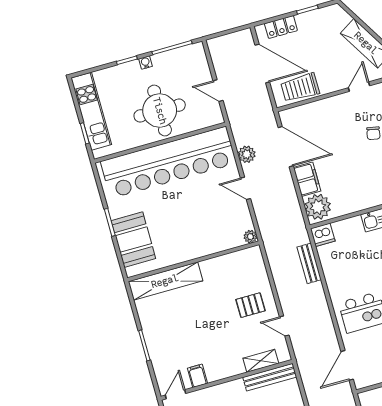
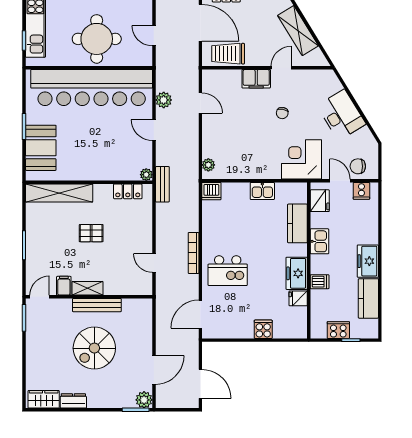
door: (286, 147) -> (200, 103), width x0.53
filing cabinet: (307, 179) -> (256, 79), moved, turned 90
plant: (318, 207) -> (208, 165), width x0.53, depth x0.53
locker: (236, 259) -> (128, 191), added
bench: (309, 263) -> (162, 184), moved
bookcase: (322, 304) -> (194, 253), added
pallet: (250, 305) -> (91, 233), moved
shelving: (261, 361) -> (88, 288), moved
bench: (270, 377) -> (97, 305), moved

